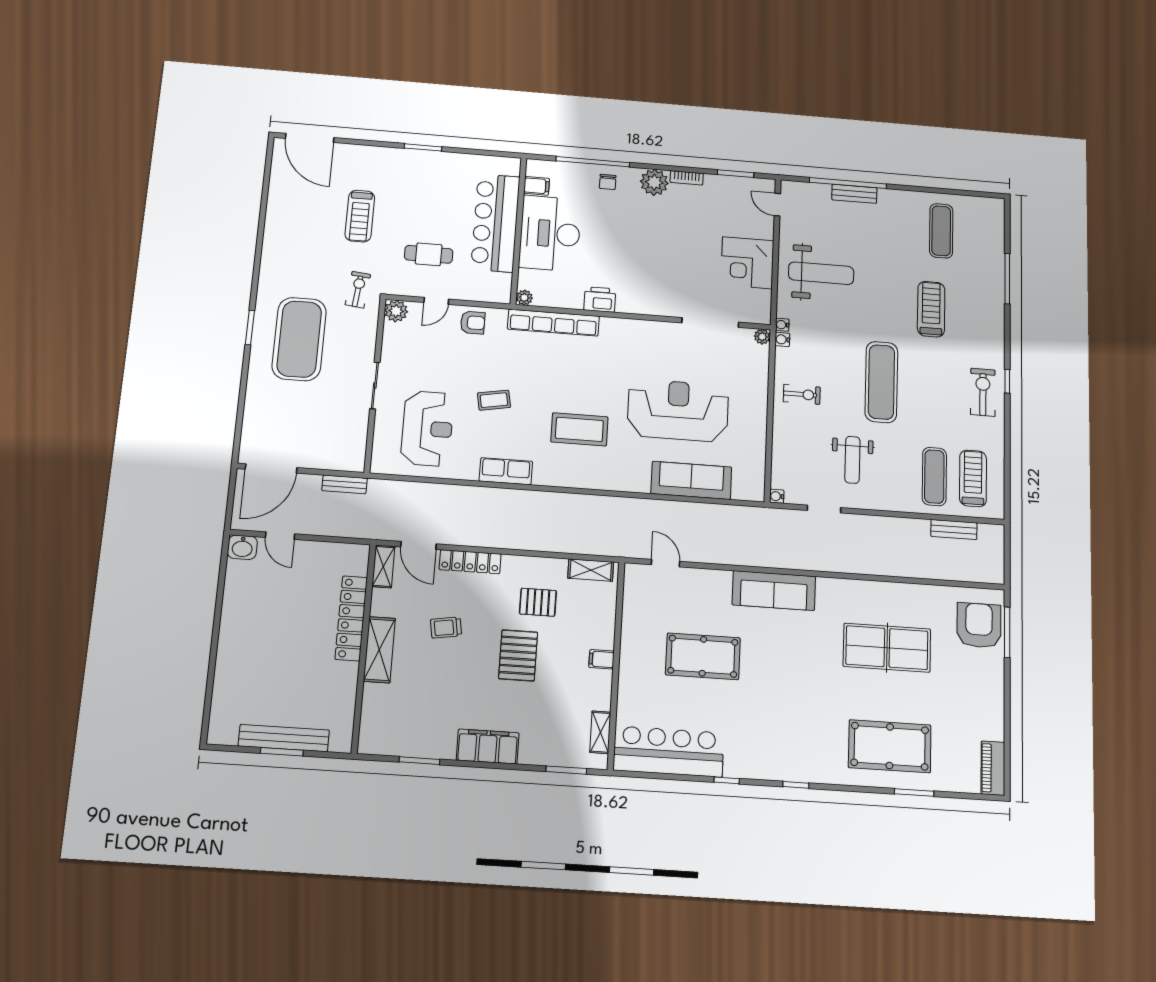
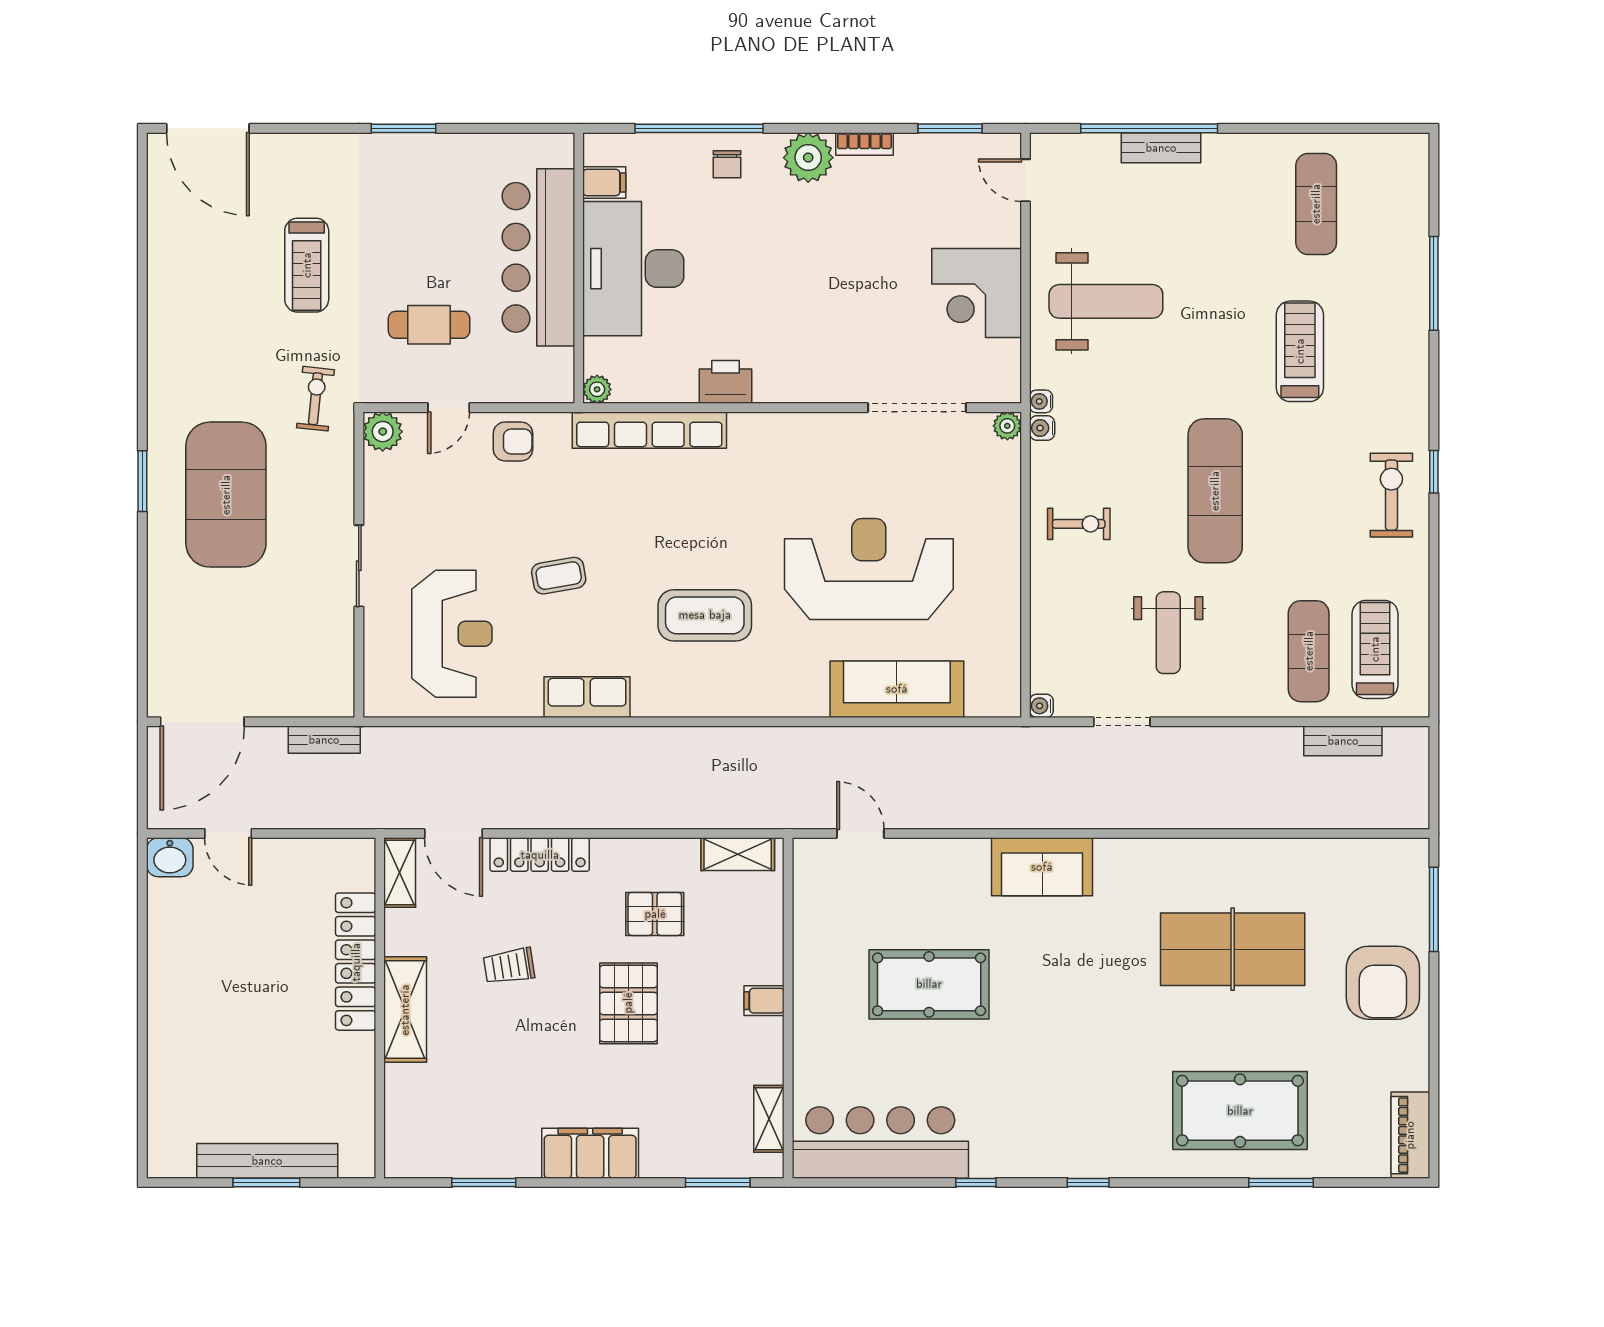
sofa: (774, 590) -> (1042, 867), width x0.73
armchair: (979, 625) -> (1383, 983), moved, turned 180

